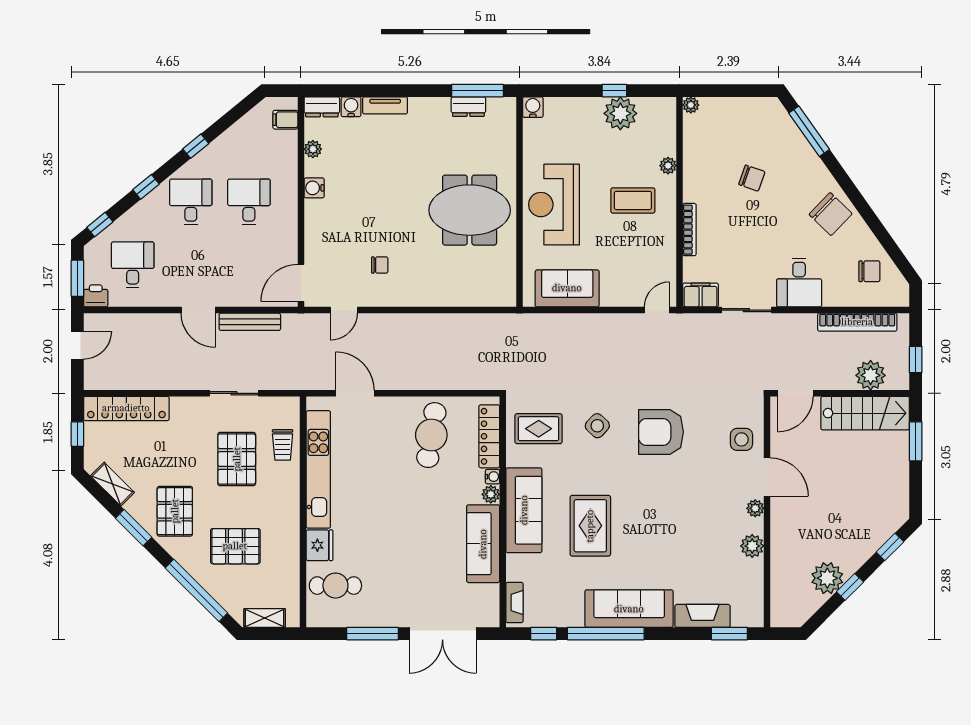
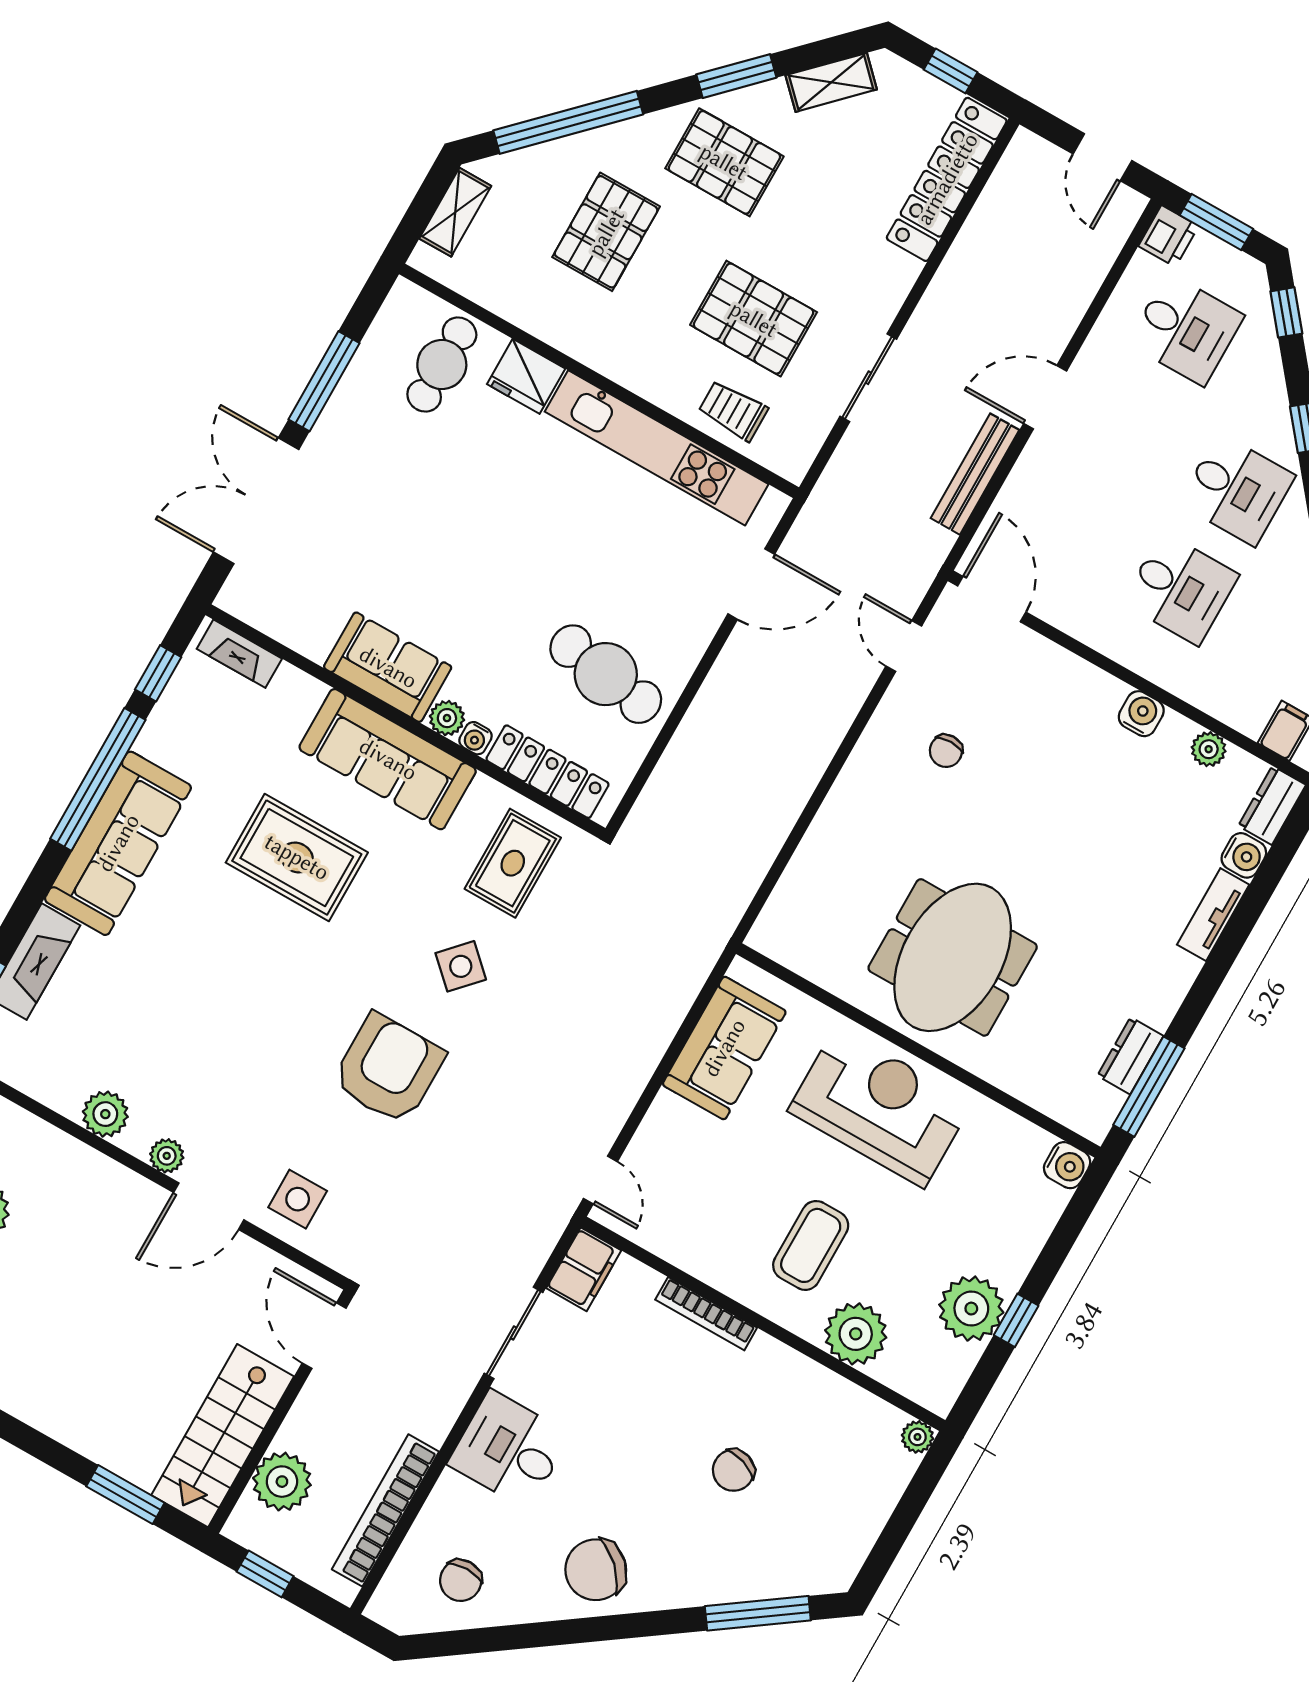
plant: (668, 166) -> (856, 1334), width x1.88, depth x1.88
sofa: (483, 544) -> (388, 667), width x0.73

